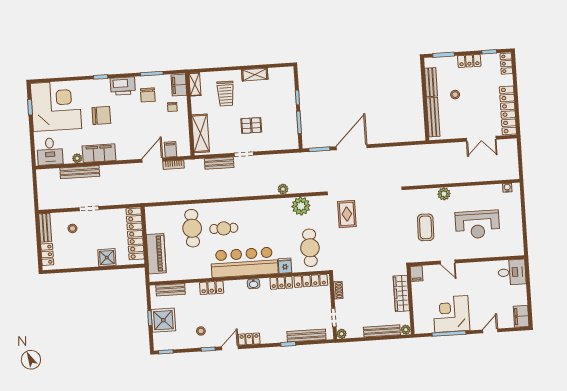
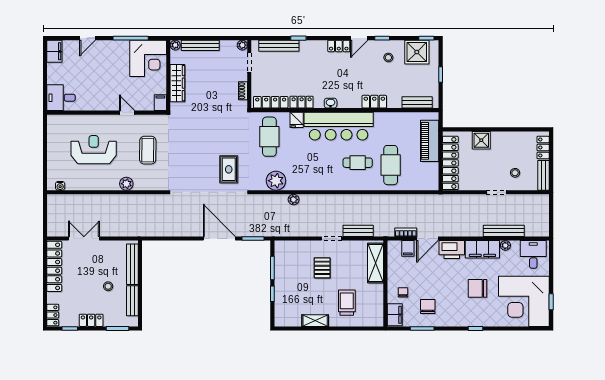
shelving: (195, 84) -> (378, 314), removed
printer: (123, 86) -> (452, 250), moved, turned 180
pallet: (251, 125) -> (322, 268), turned 90
door: (352, 147) -> (219, 239), swing flipped
corner desk: (451, 314) -> (148, 58), moved
shower: (163, 320) -> (417, 52), moved

